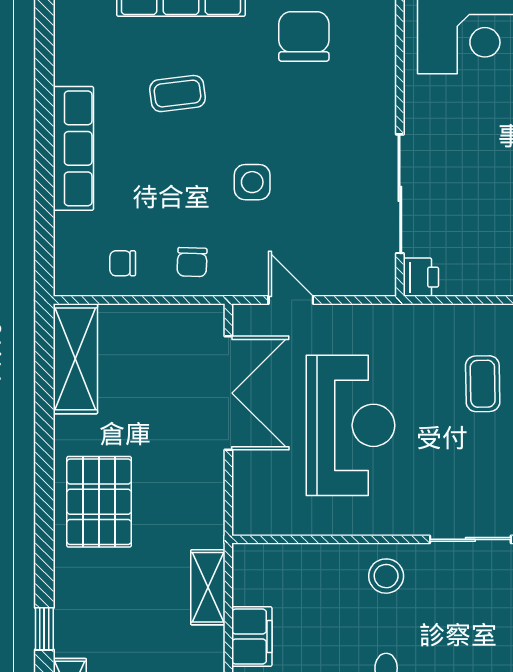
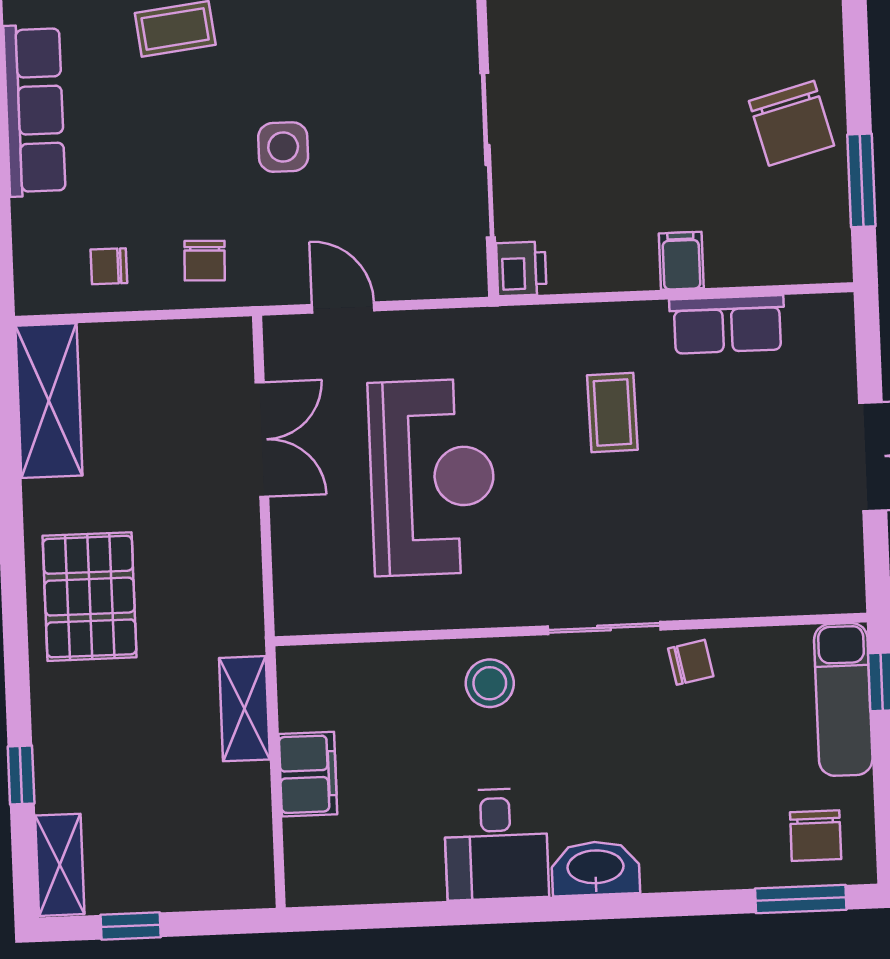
double door: (228, 393) -> (262, 439), width x0.73

